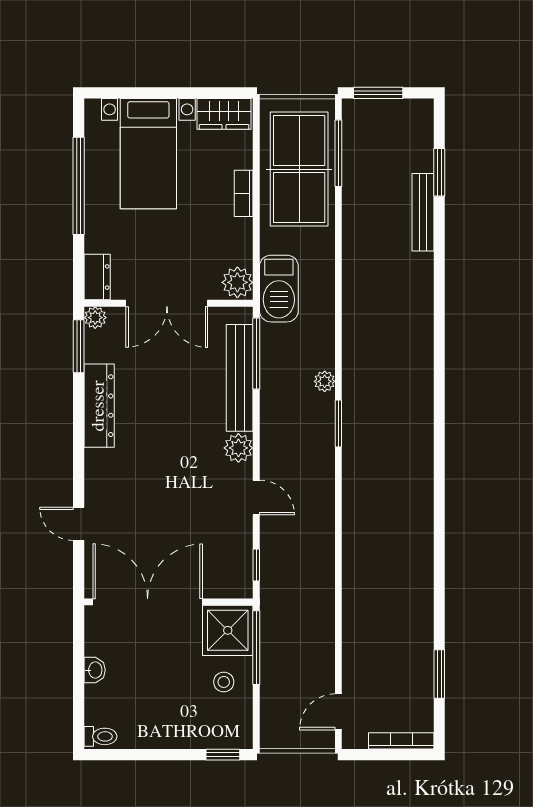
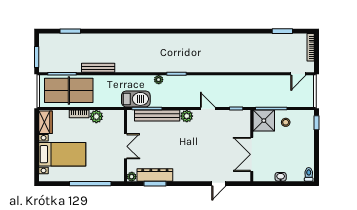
window: (79, 186) -> (90, 184), moved
bench: (423, 212) -> (98, 68), moved
dresser: (97, 277) -> (114, 176), removed
plant: (237, 282) -> (96, 116), moved
barbecue: (279, 289) -> (136, 99), moved
double door: (167, 303) -> (126, 146), width x0.73
window: (79, 346) -> (155, 184), moved
dresser: (99, 406) -> (155, 175), moved
door: (256, 497) -> (208, 109), hinge flipped
double door: (148, 602) -> (252, 154), width x0.73
door: (338, 712) -> (298, 74), hinge flipped

